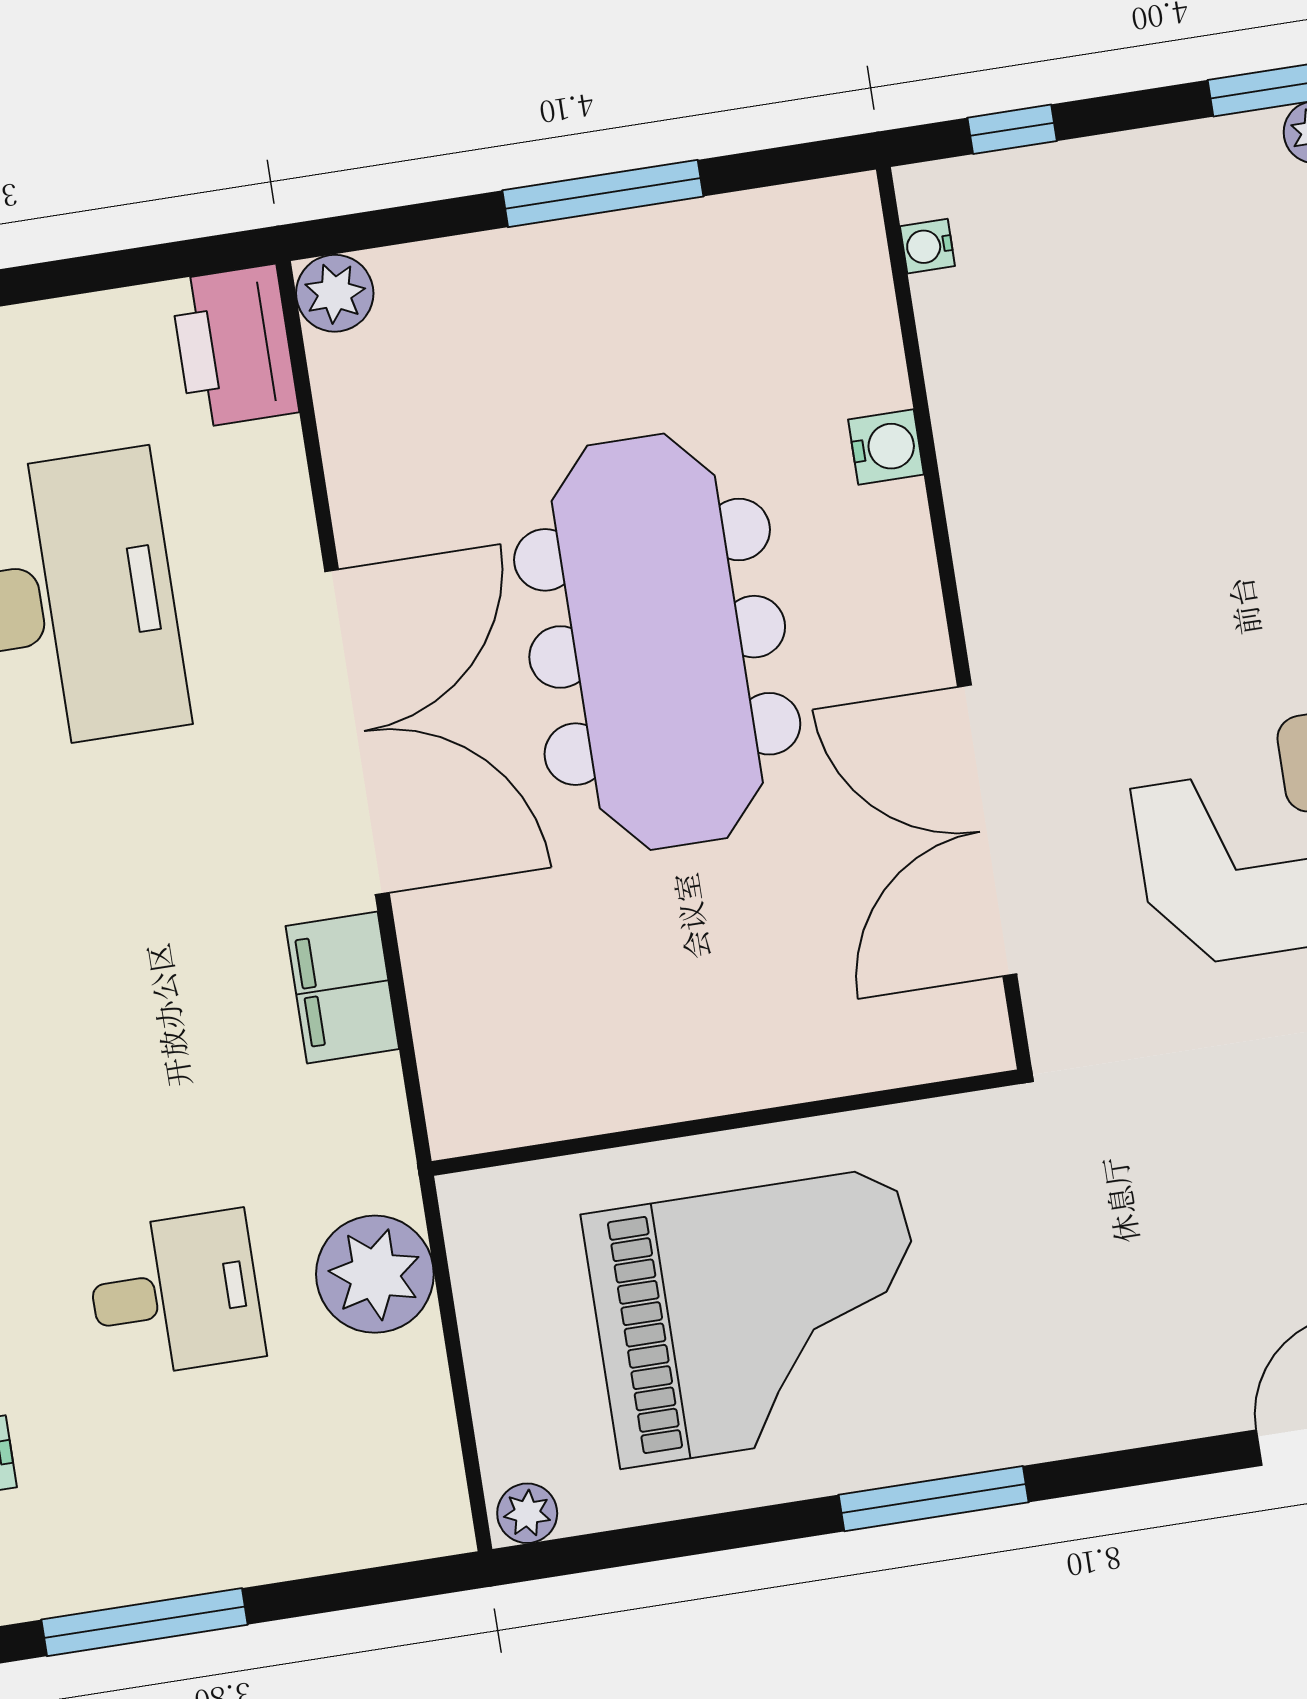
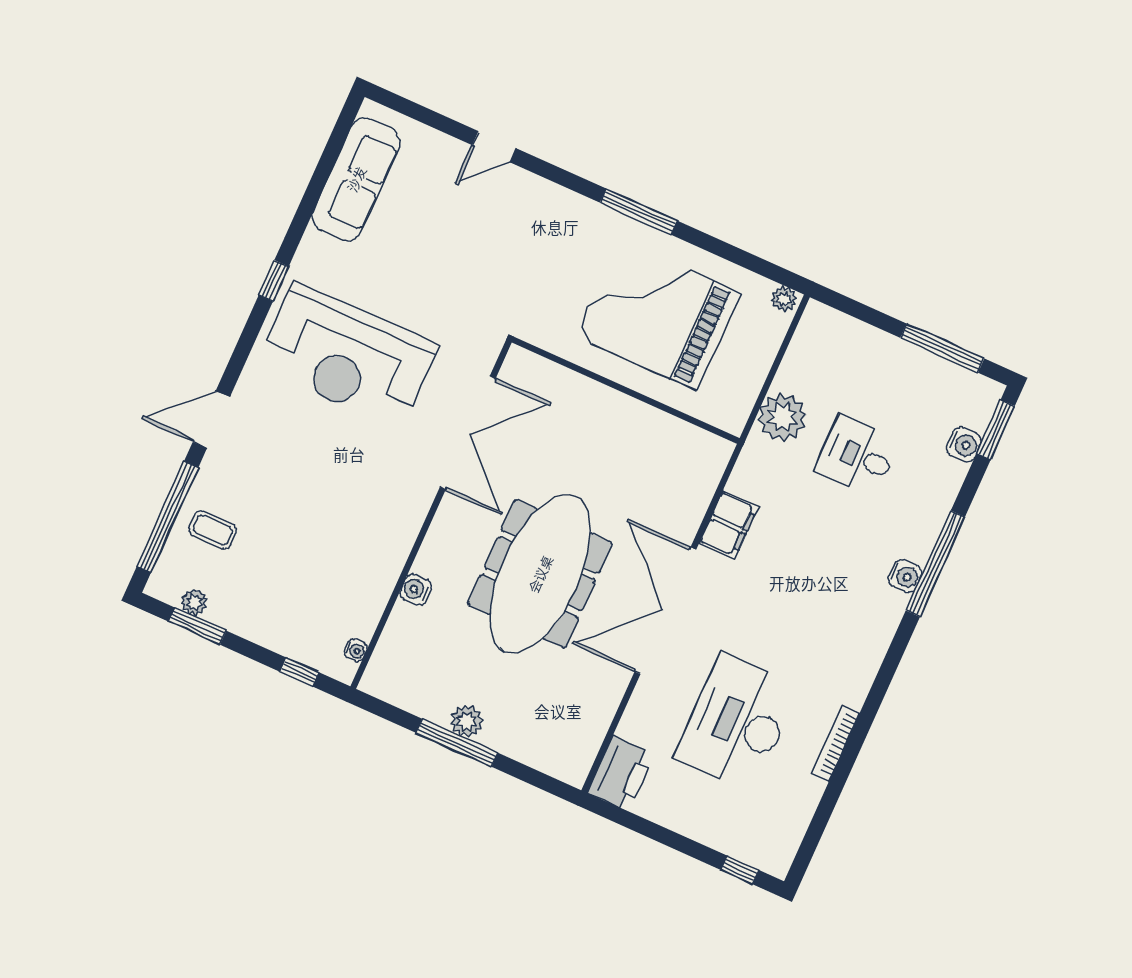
plant: (335, 293) -> (467, 721), moved

